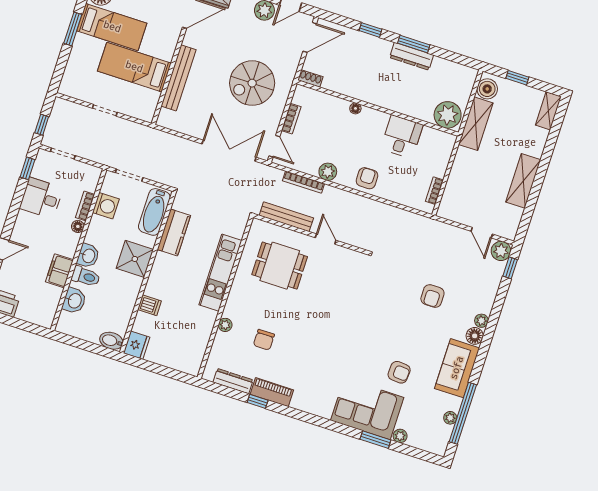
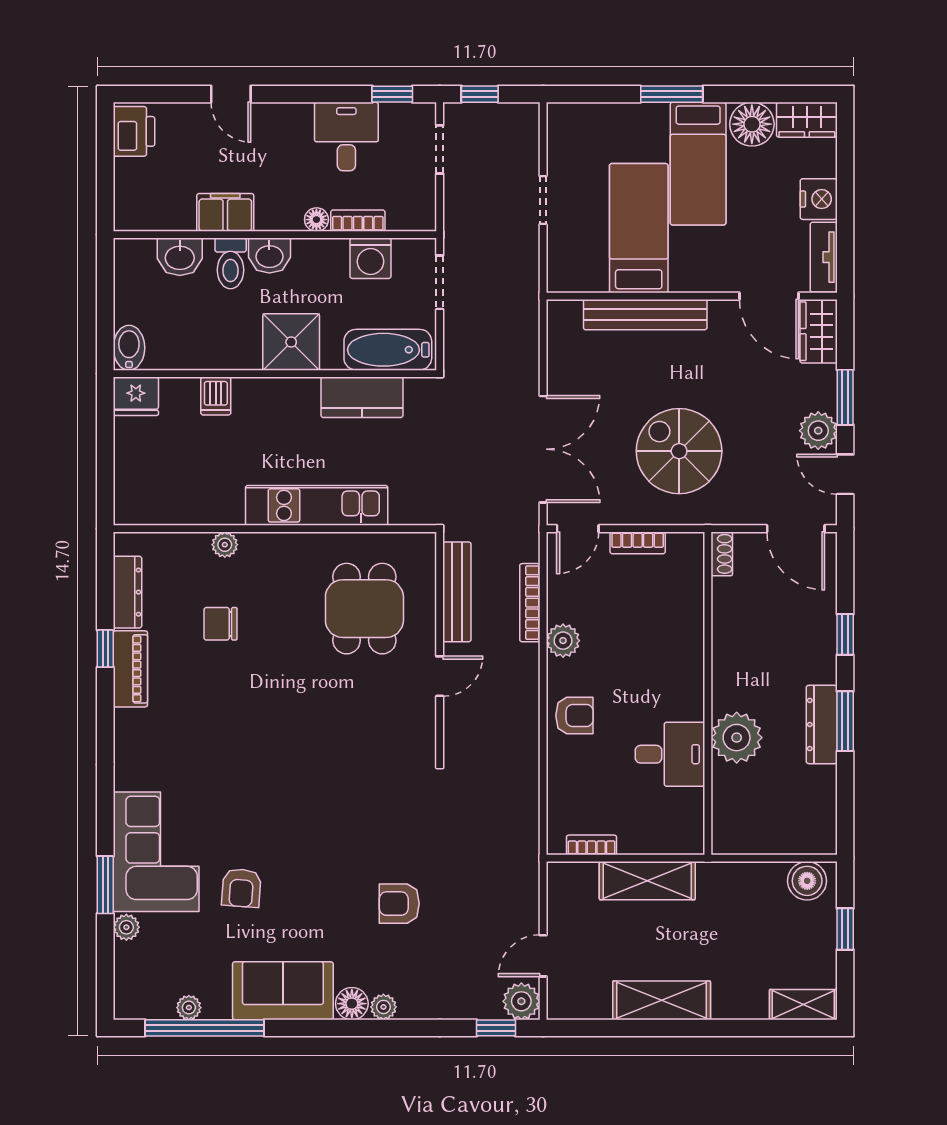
floor lamp: (355, 108) -> (694, 653), removed
plant: (448, 115) -> (737, 738), moved
shelving: (476, 124) -> (647, 881), moved

